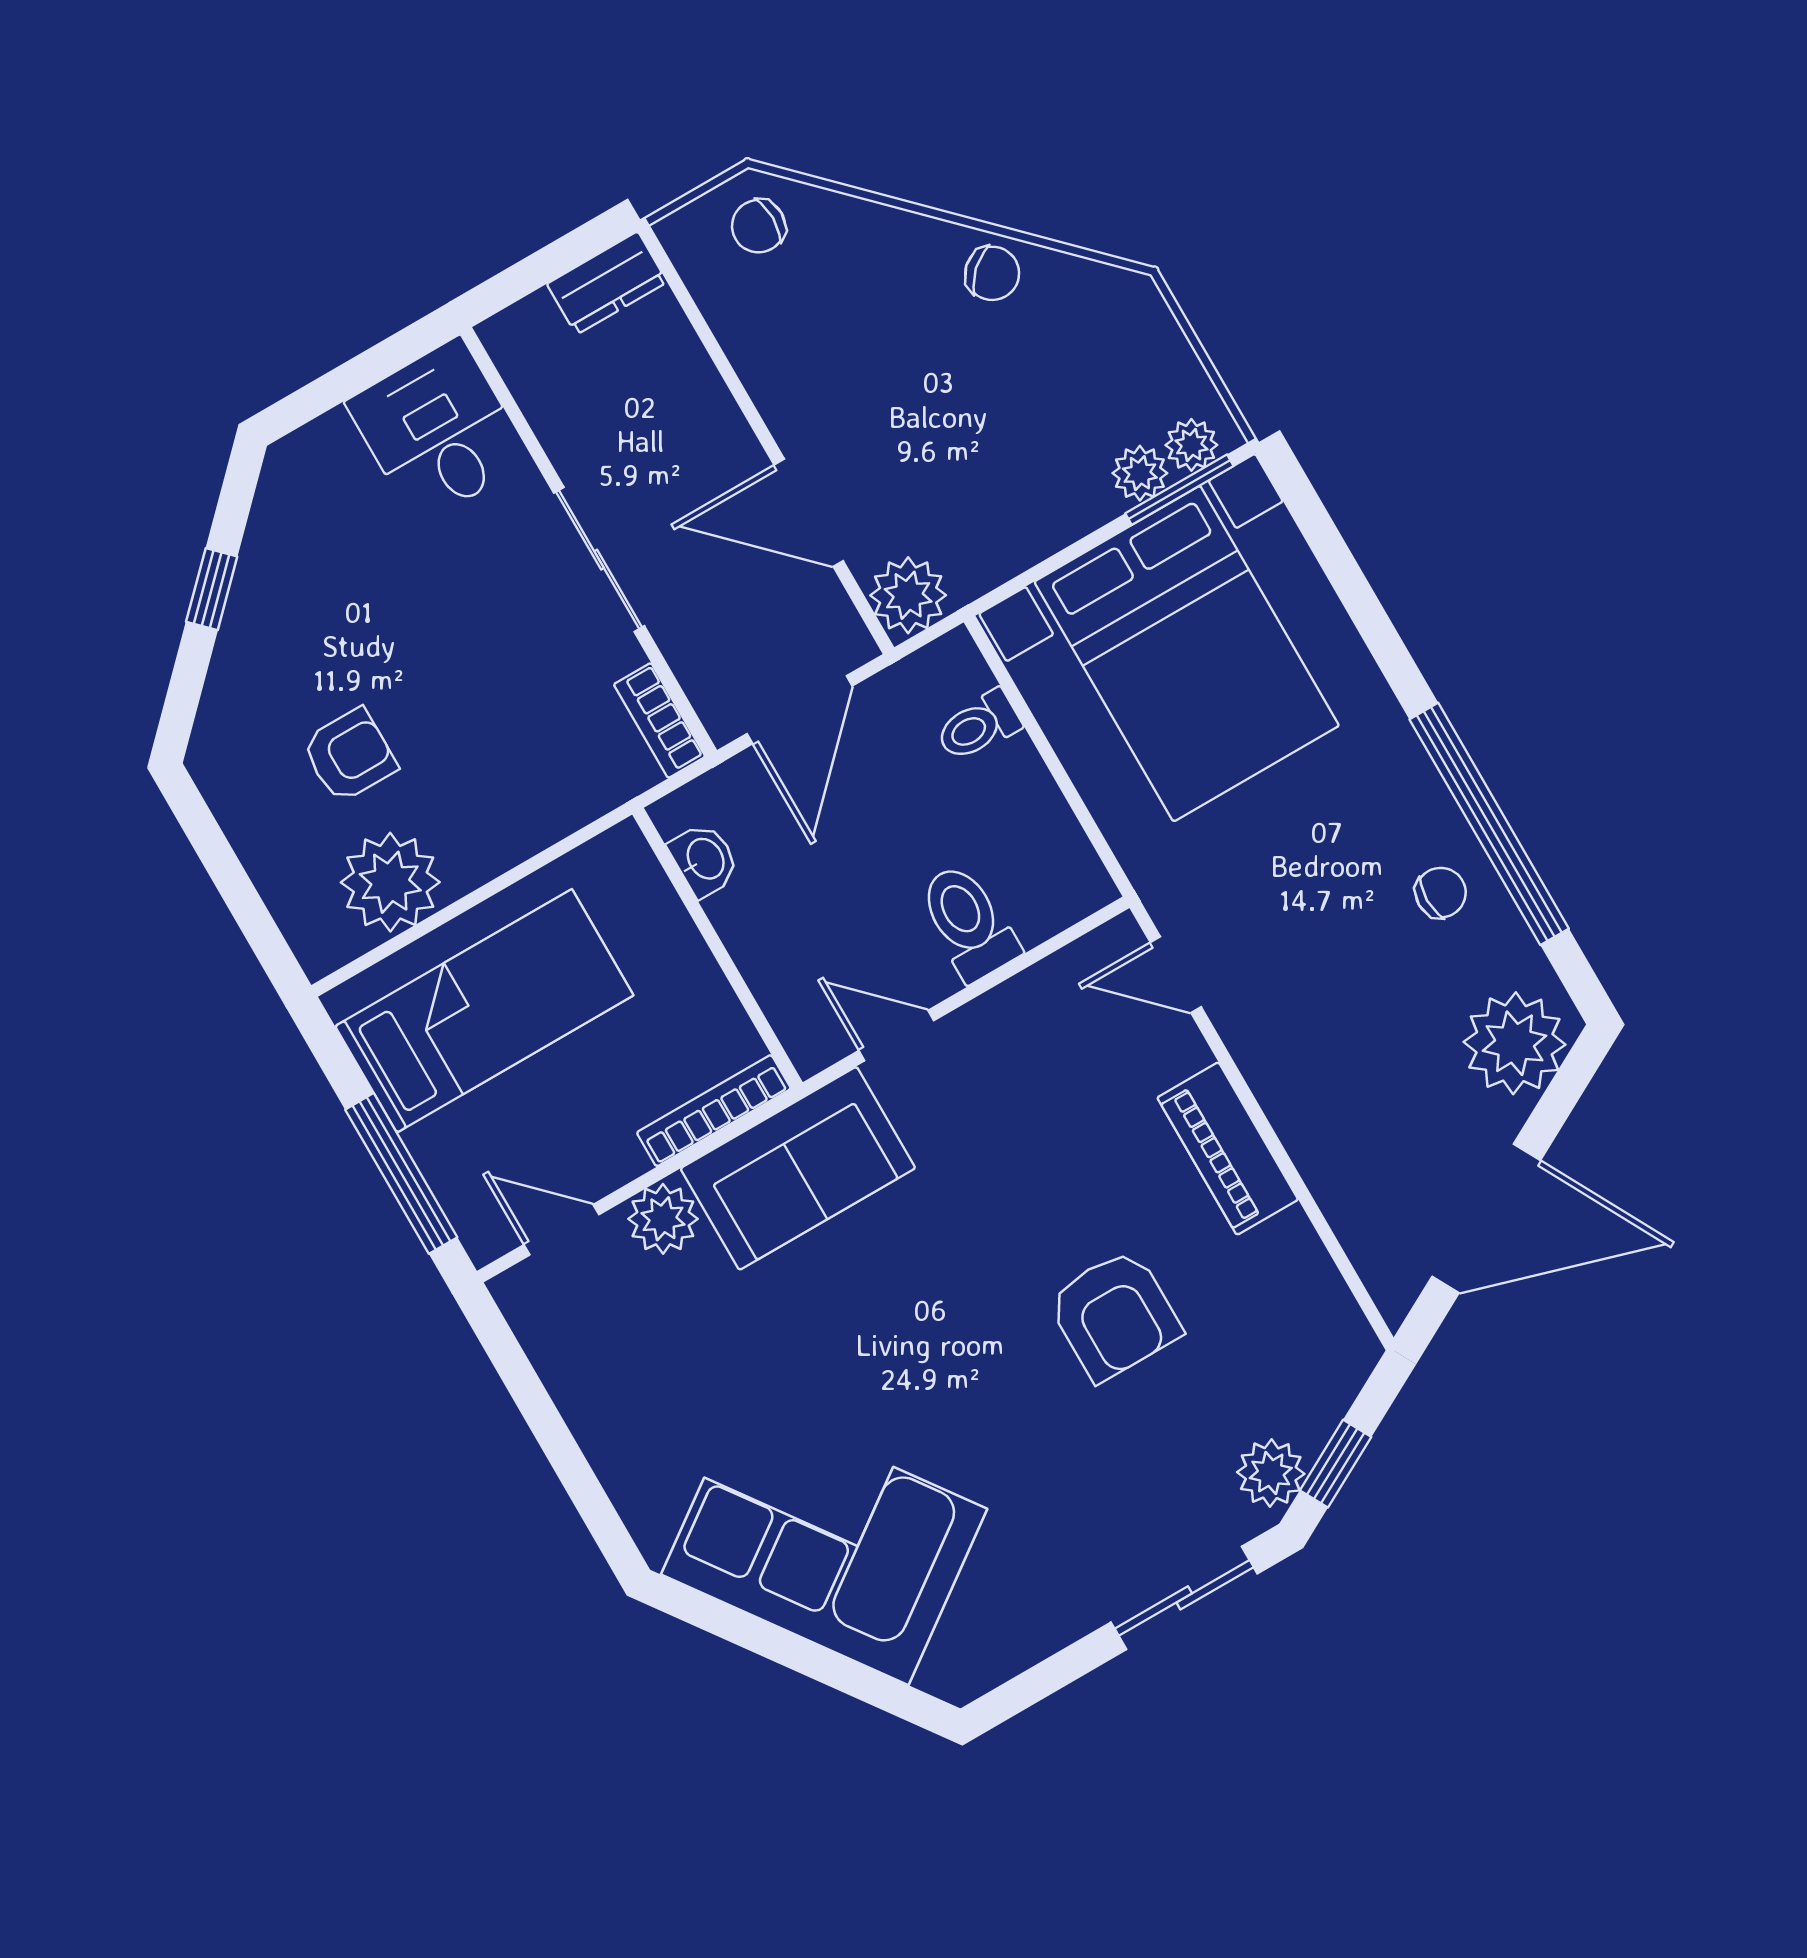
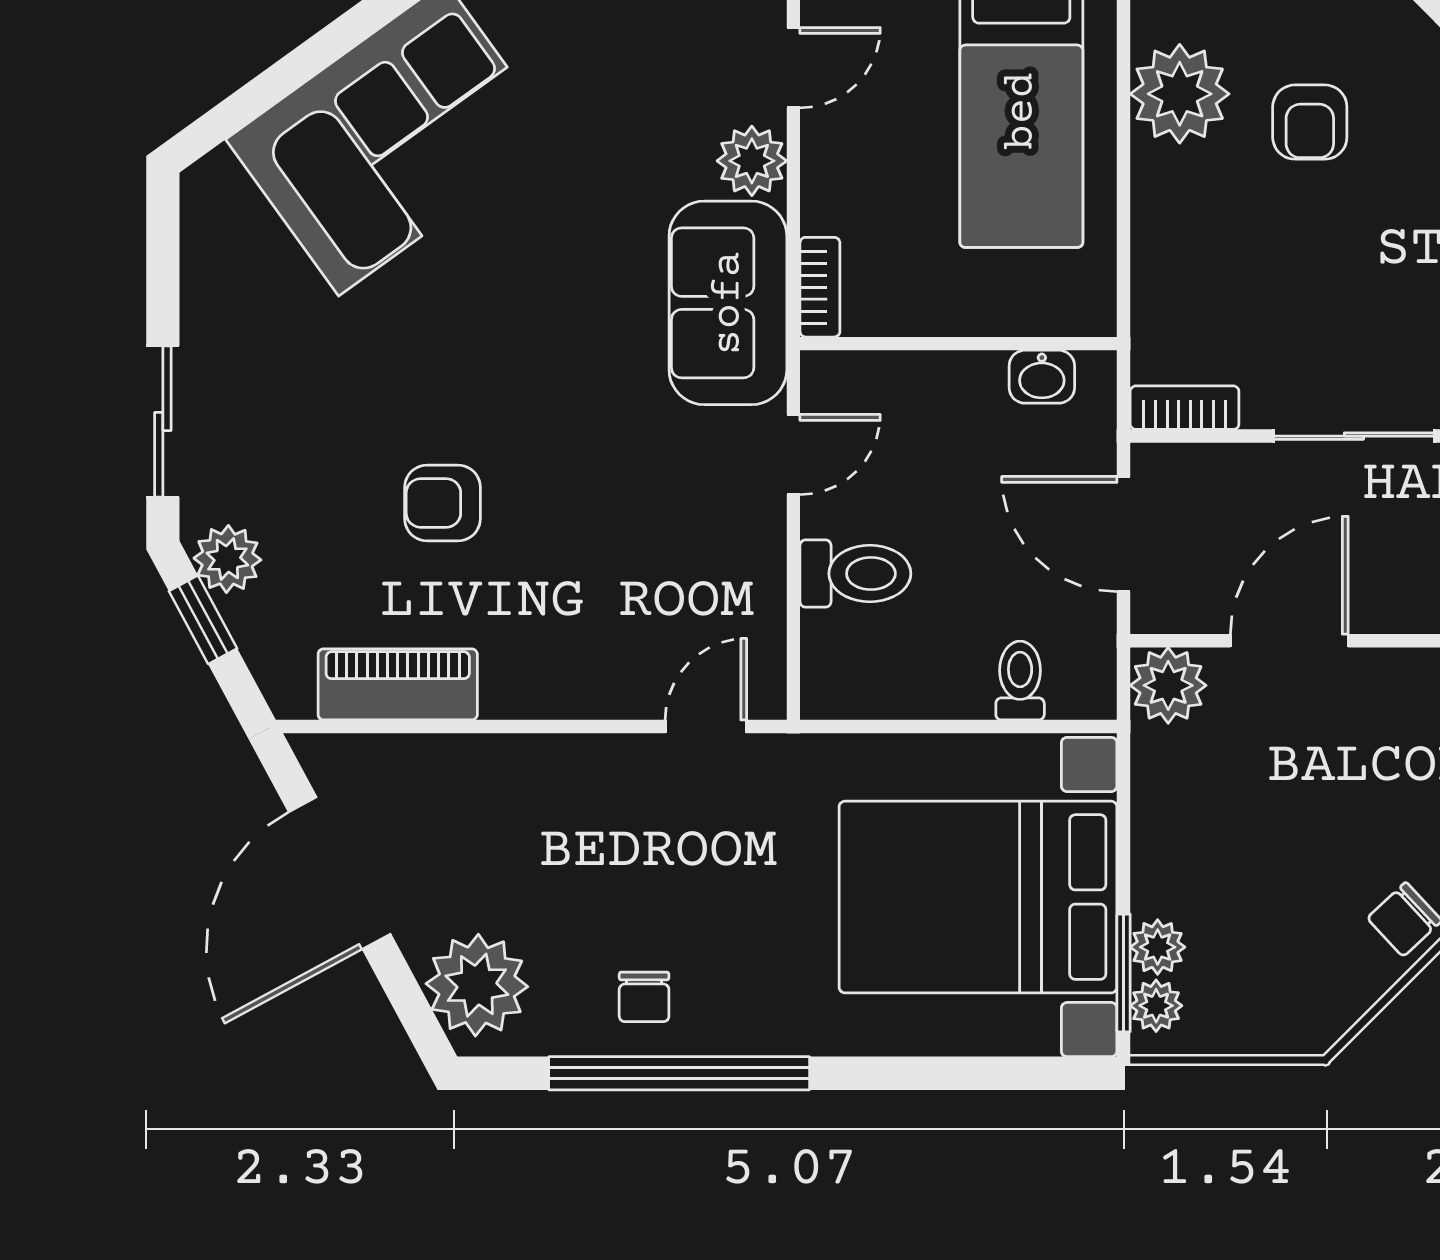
bookcase: (714, 1111) -> (820, 287), width x0.64
piano: (1228, 1149) -> (398, 684), moved
armchair: (1114, 1315) -> (443, 503), width x0.72, depth x0.72

